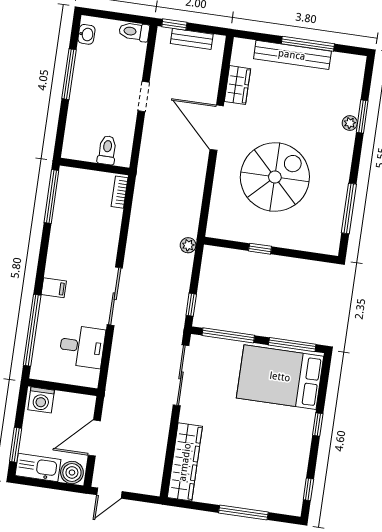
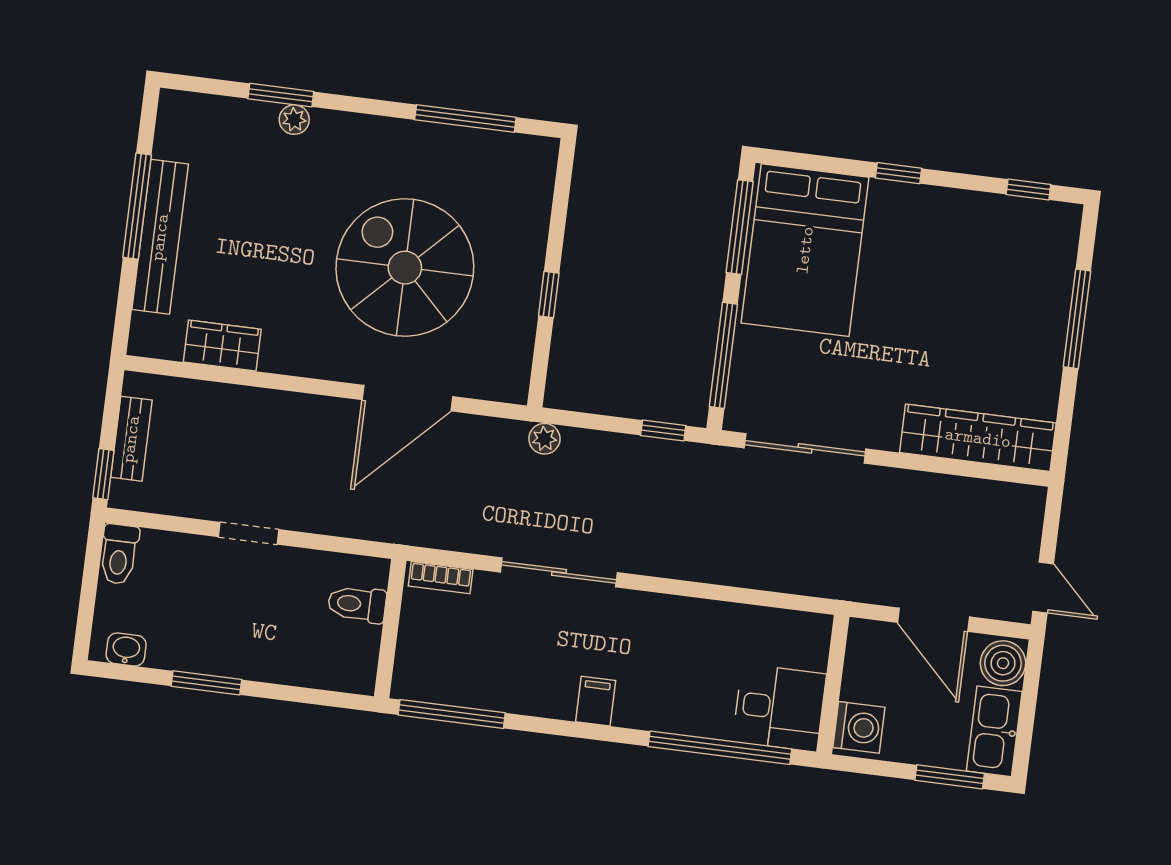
window: (69, 74) -> (206, 683), width x0.69
door: (217, 128) -> (407, 398), moved
filing cabinet: (54, 288) -> (596, 701), moved
sliding door: (115, 296) -> (559, 572), moved
desk: (82, 346) -> (779, 708), moved, turned 90

